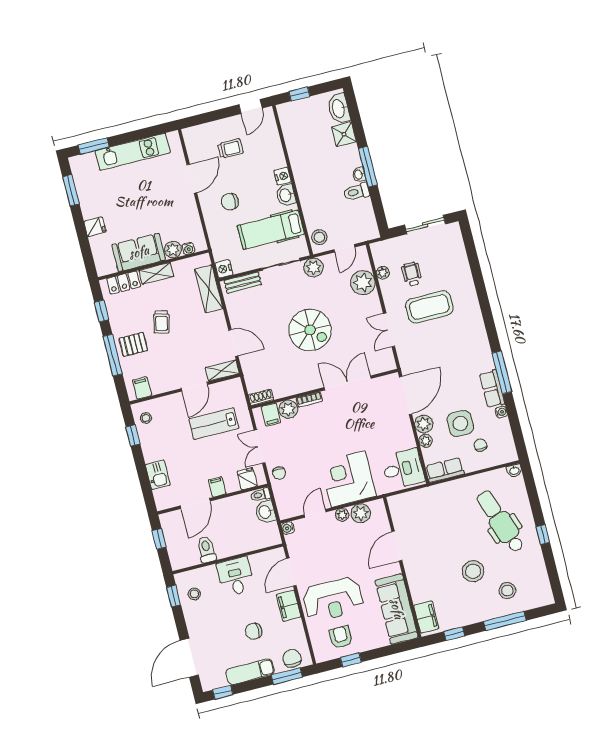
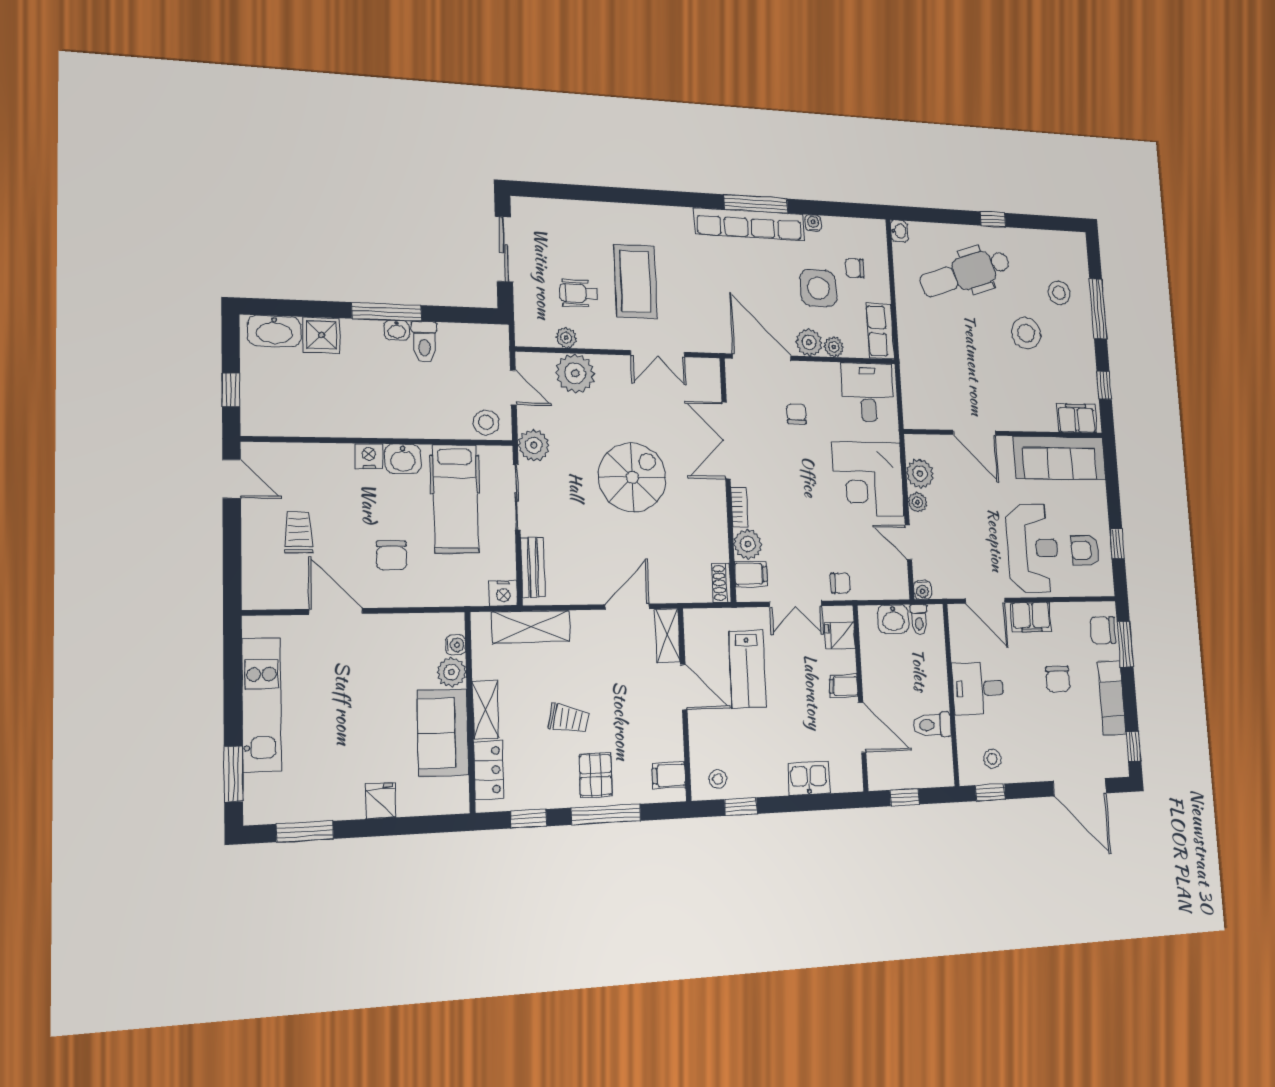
row of seats: (492, 389) -> (749, 224), width x2.02
chair: (376, 425) -> (796, 414), added
toilet: (260, 495) -> (919, 620), moved

